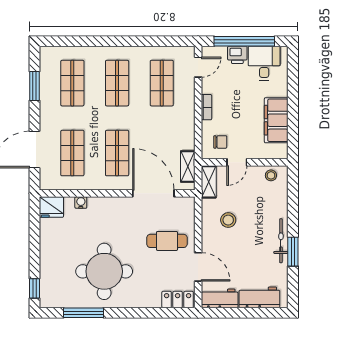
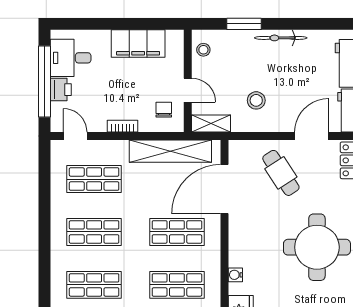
shelving: (188, 166) -> (170, 151), width x2.20, depth x1.33
cafe table: (167, 241) -> (281, 173), turned -33
window: (293, 252) -> (244, 24), moved

